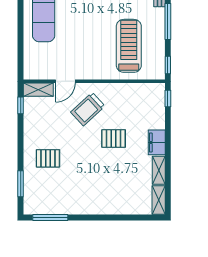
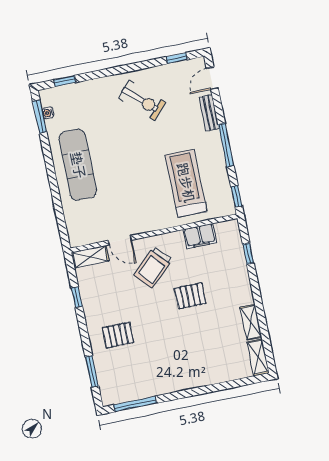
door: (65, 81) -> (120, 240), hinge flipped
window: (168, 99) -> (248, 254), moved
window: (21, 105) -> (77, 297), moved
filing cabinet: (157, 142) -> (200, 236), moved, turned -90

